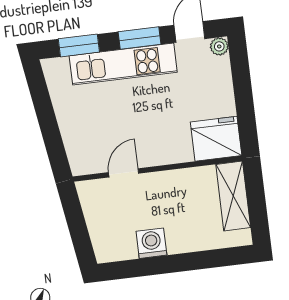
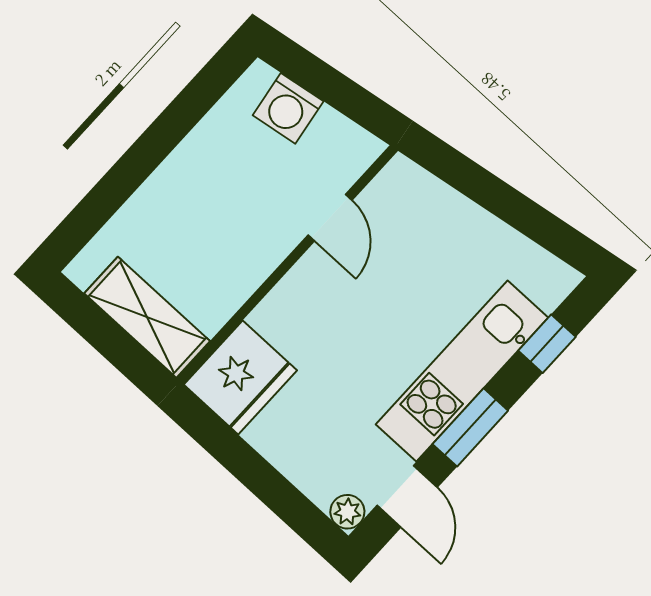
window: (79, 45) -> (547, 344), width x0.67
washing machine: (151, 243) -> (288, 108), moved, turned 81

